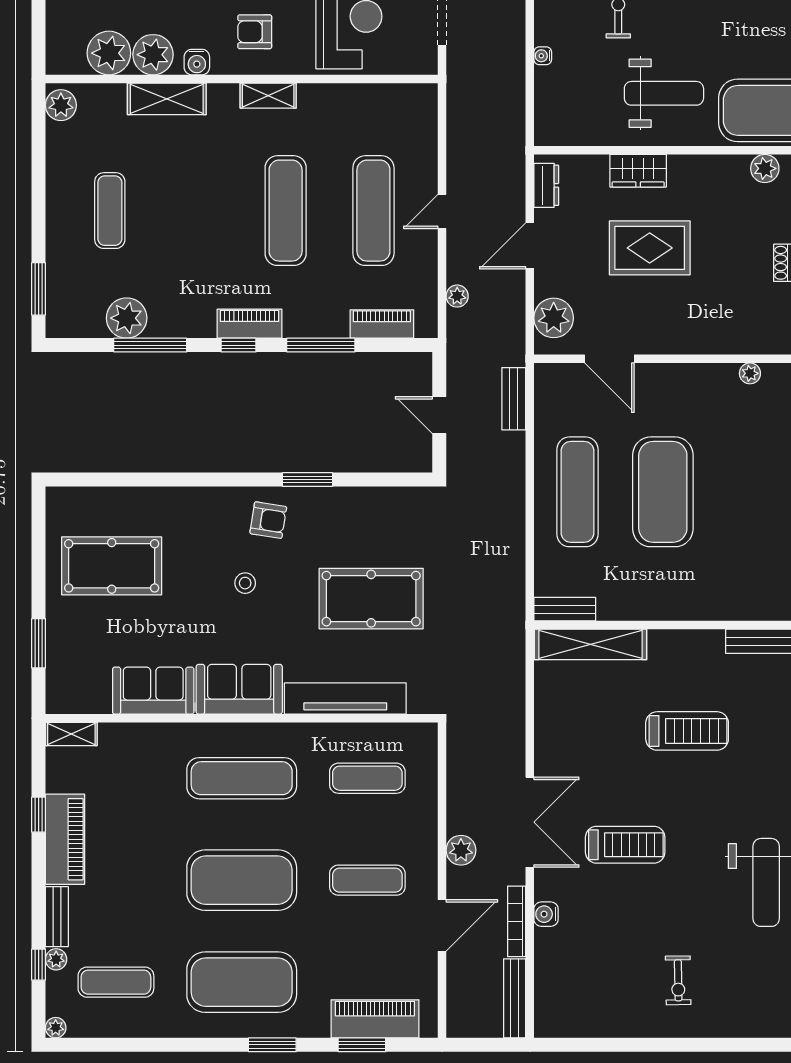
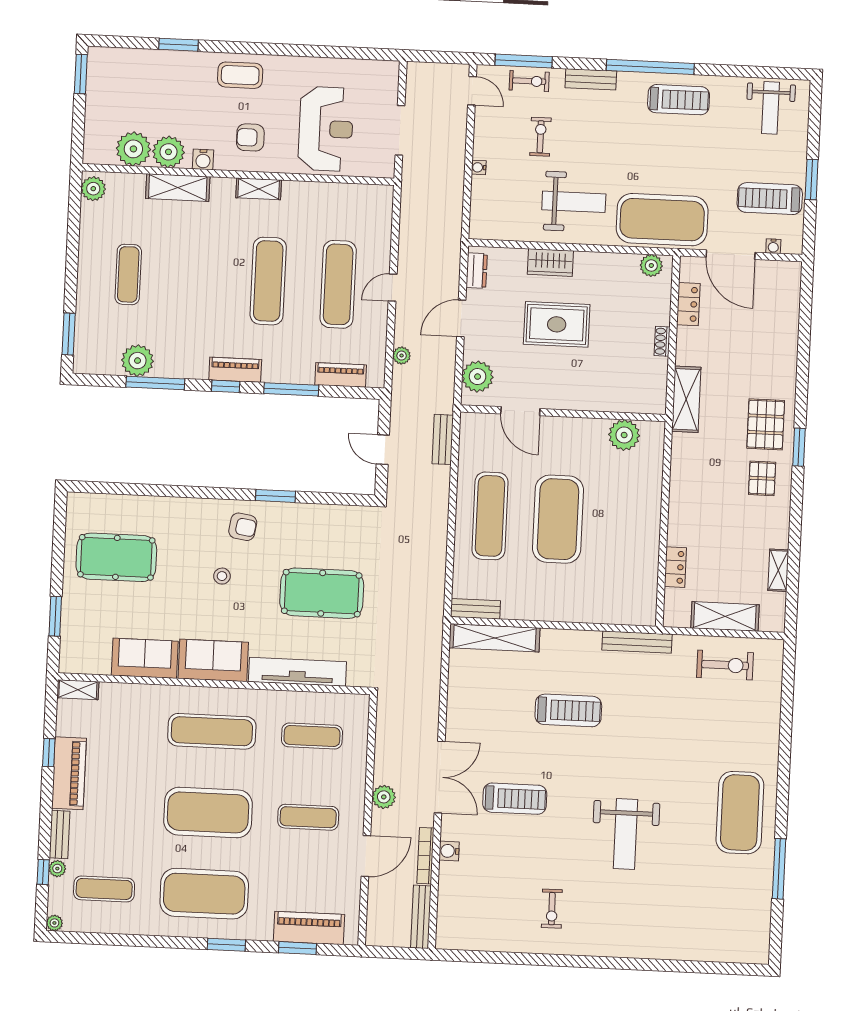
plant: (750, 373) -> (624, 435), width x1.88, depth x1.88

